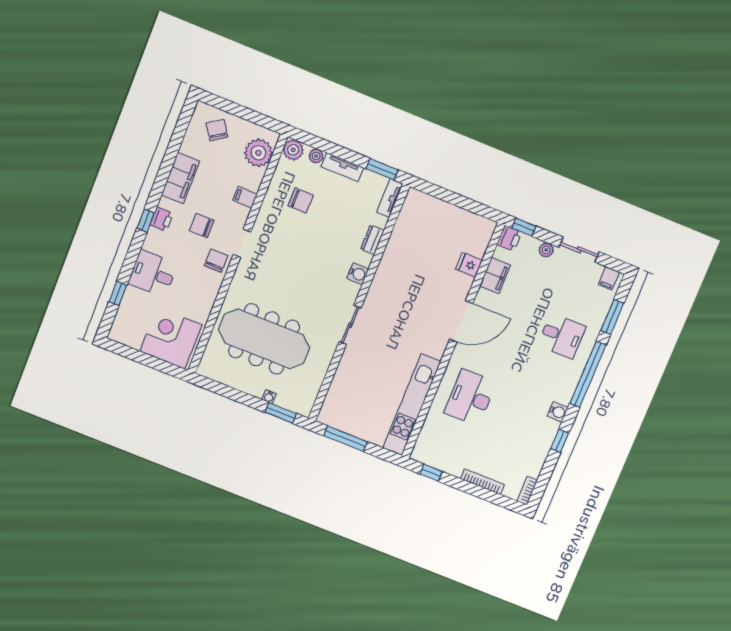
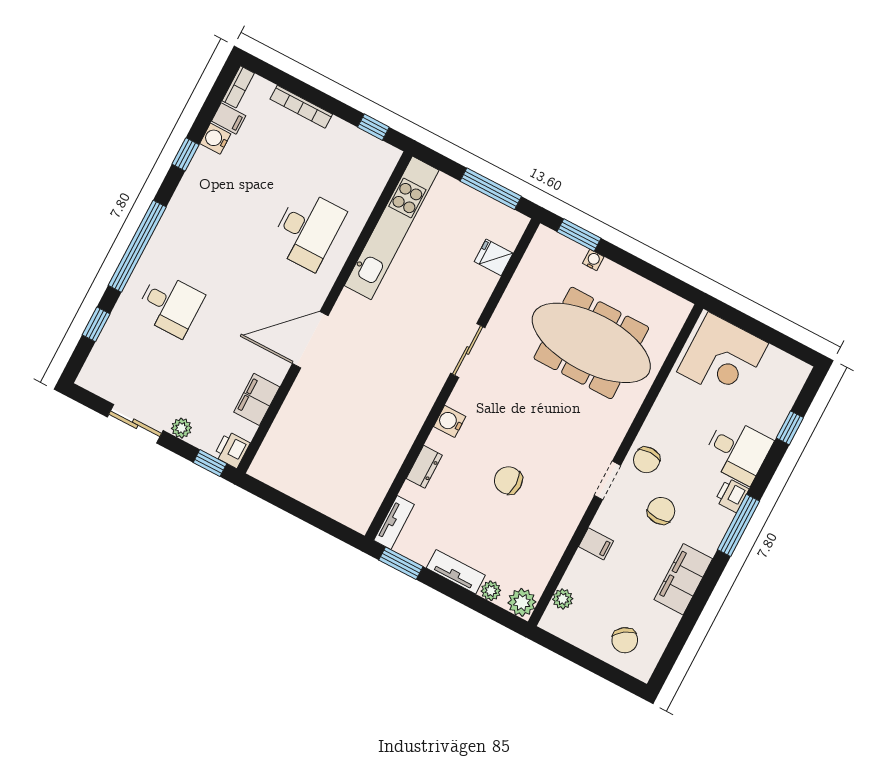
plant: (258, 153) -> (563, 599), width x0.53, depth x0.53
chair: (301, 200) -> (508, 480), moved
printer: (162, 219) -> (732, 495), moved
window: (146, 221) -> (739, 525), width x2.17
chair: (202, 225) -> (661, 511), turned -90
fridge: (469, 265) -> (494, 257), moved, turned 180
filing cabinet: (609, 278) -> (229, 118), moved, turned 90
window: (612, 317) -> (96, 324), width x0.67
desk: (562, 336) -> (170, 305), turned 180
water cooler: (558, 412) -> (215, 139), moved

